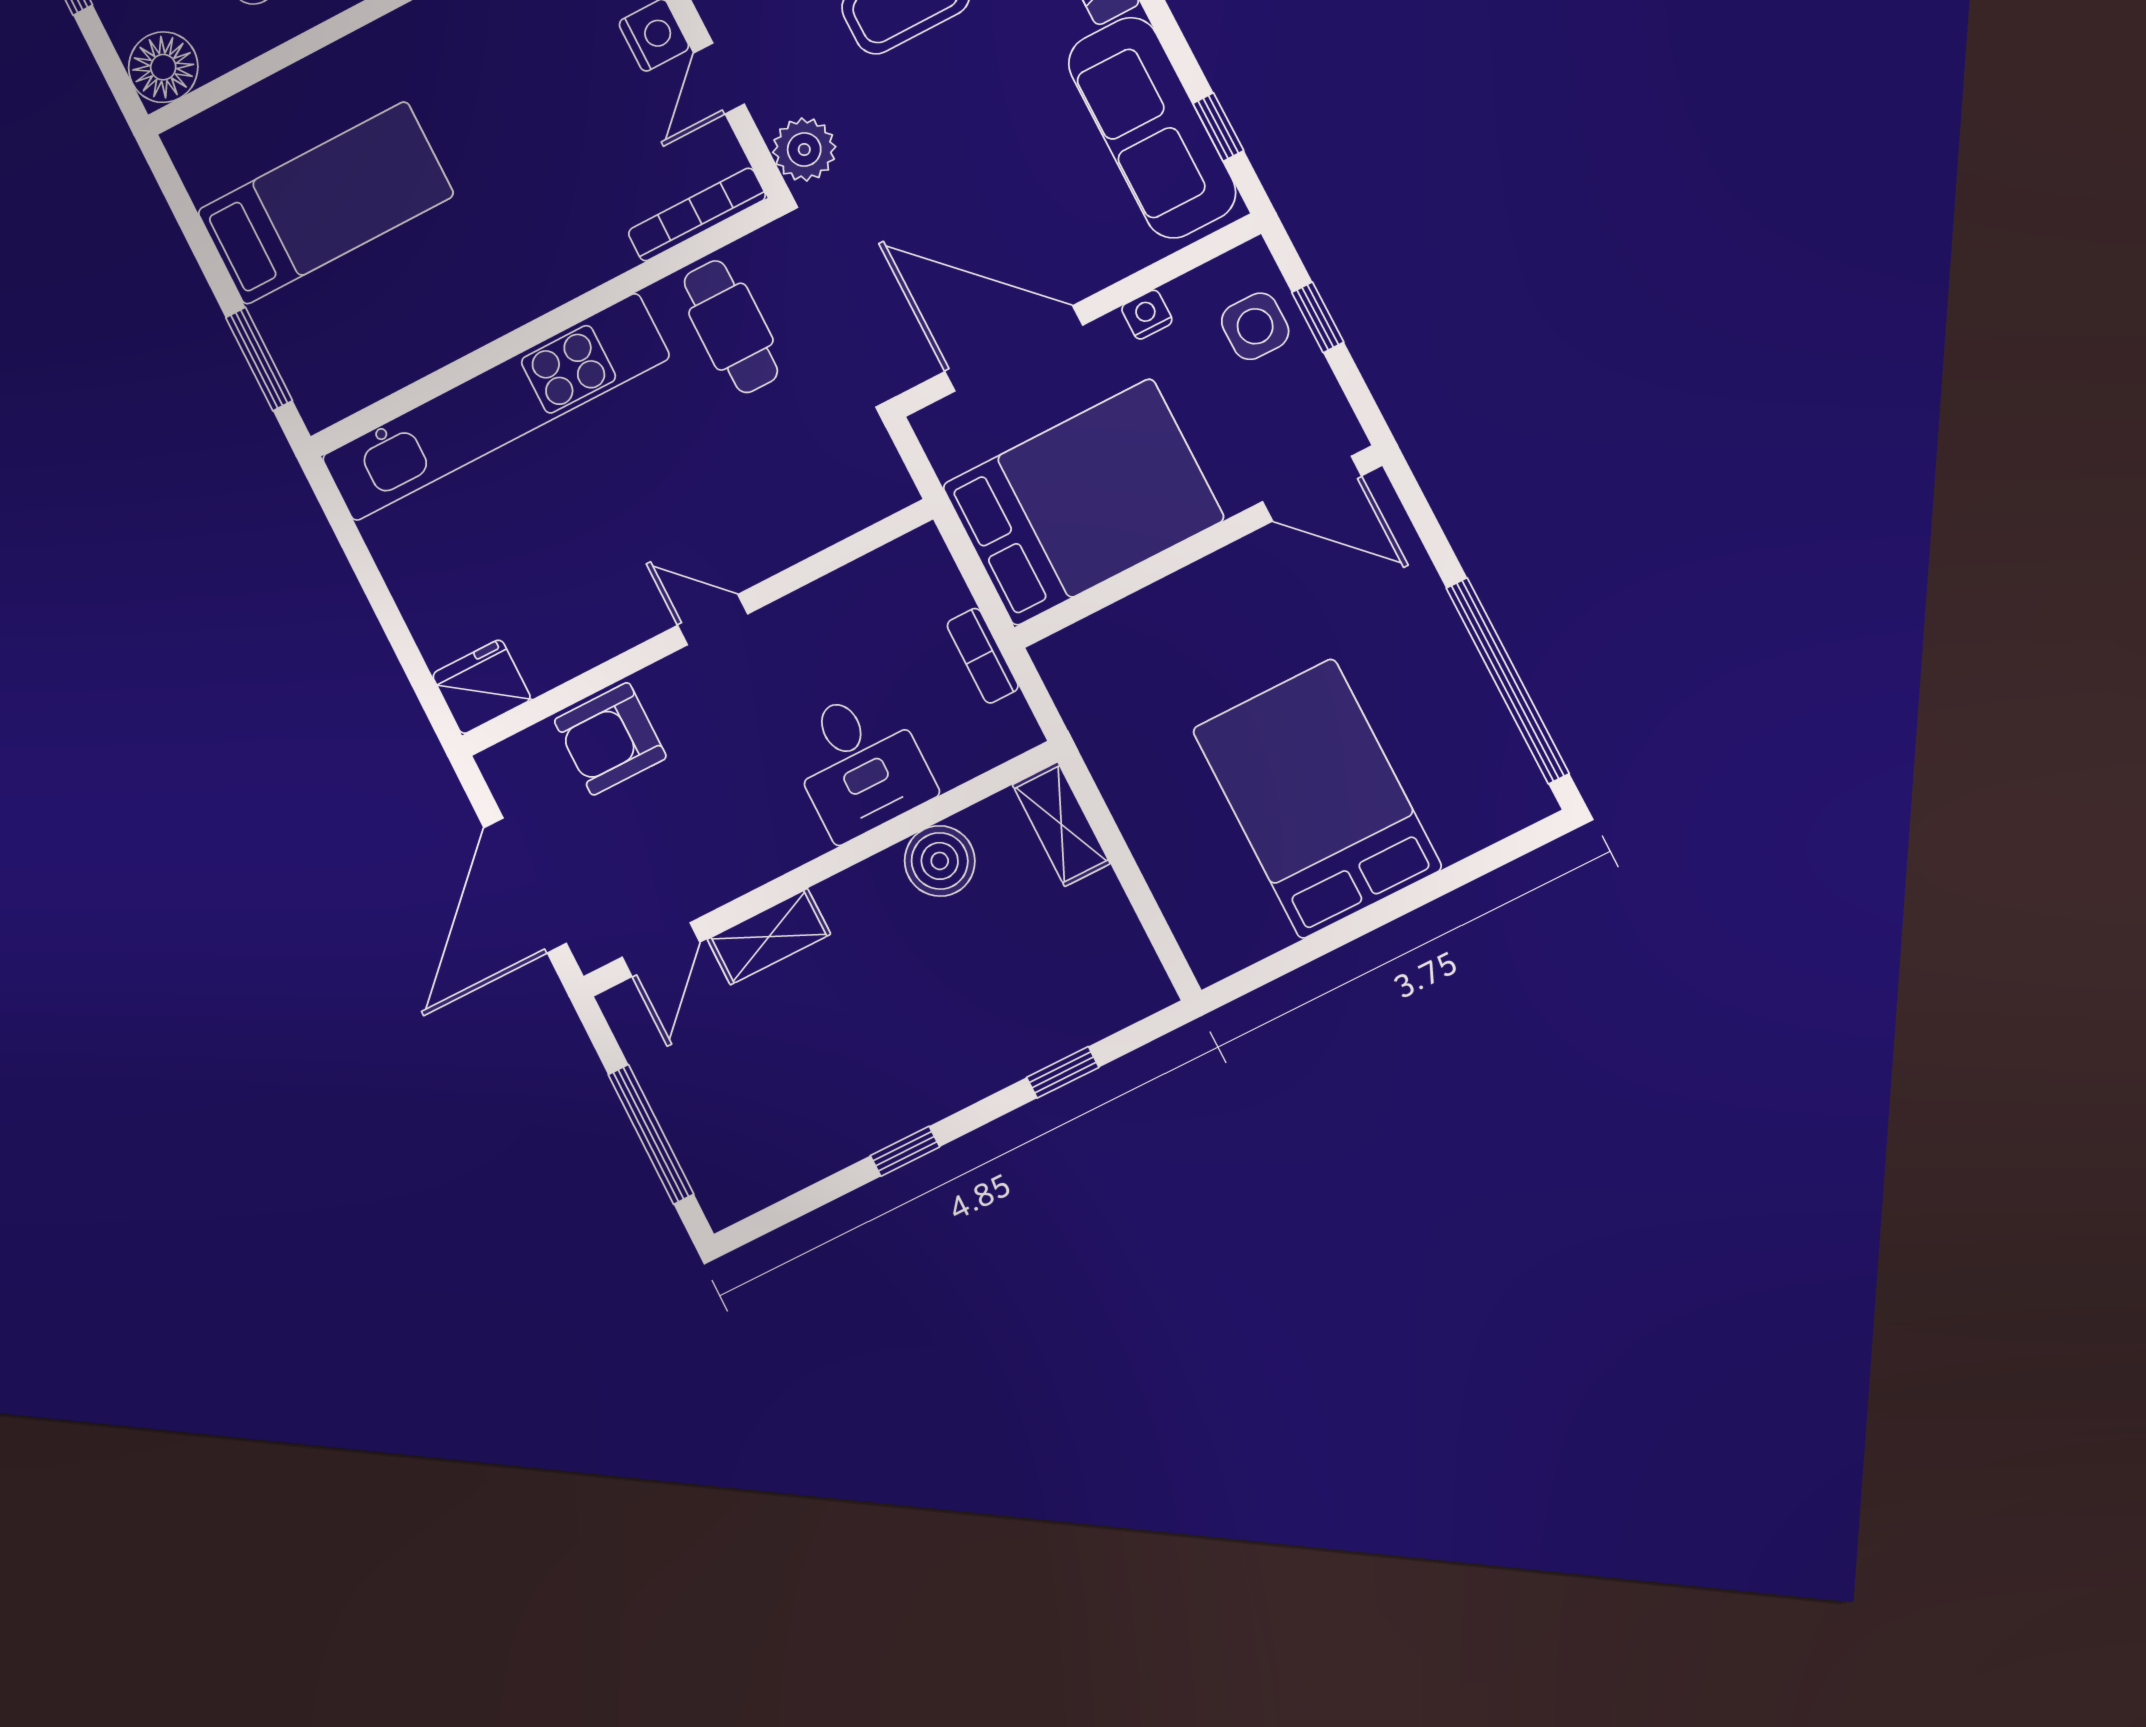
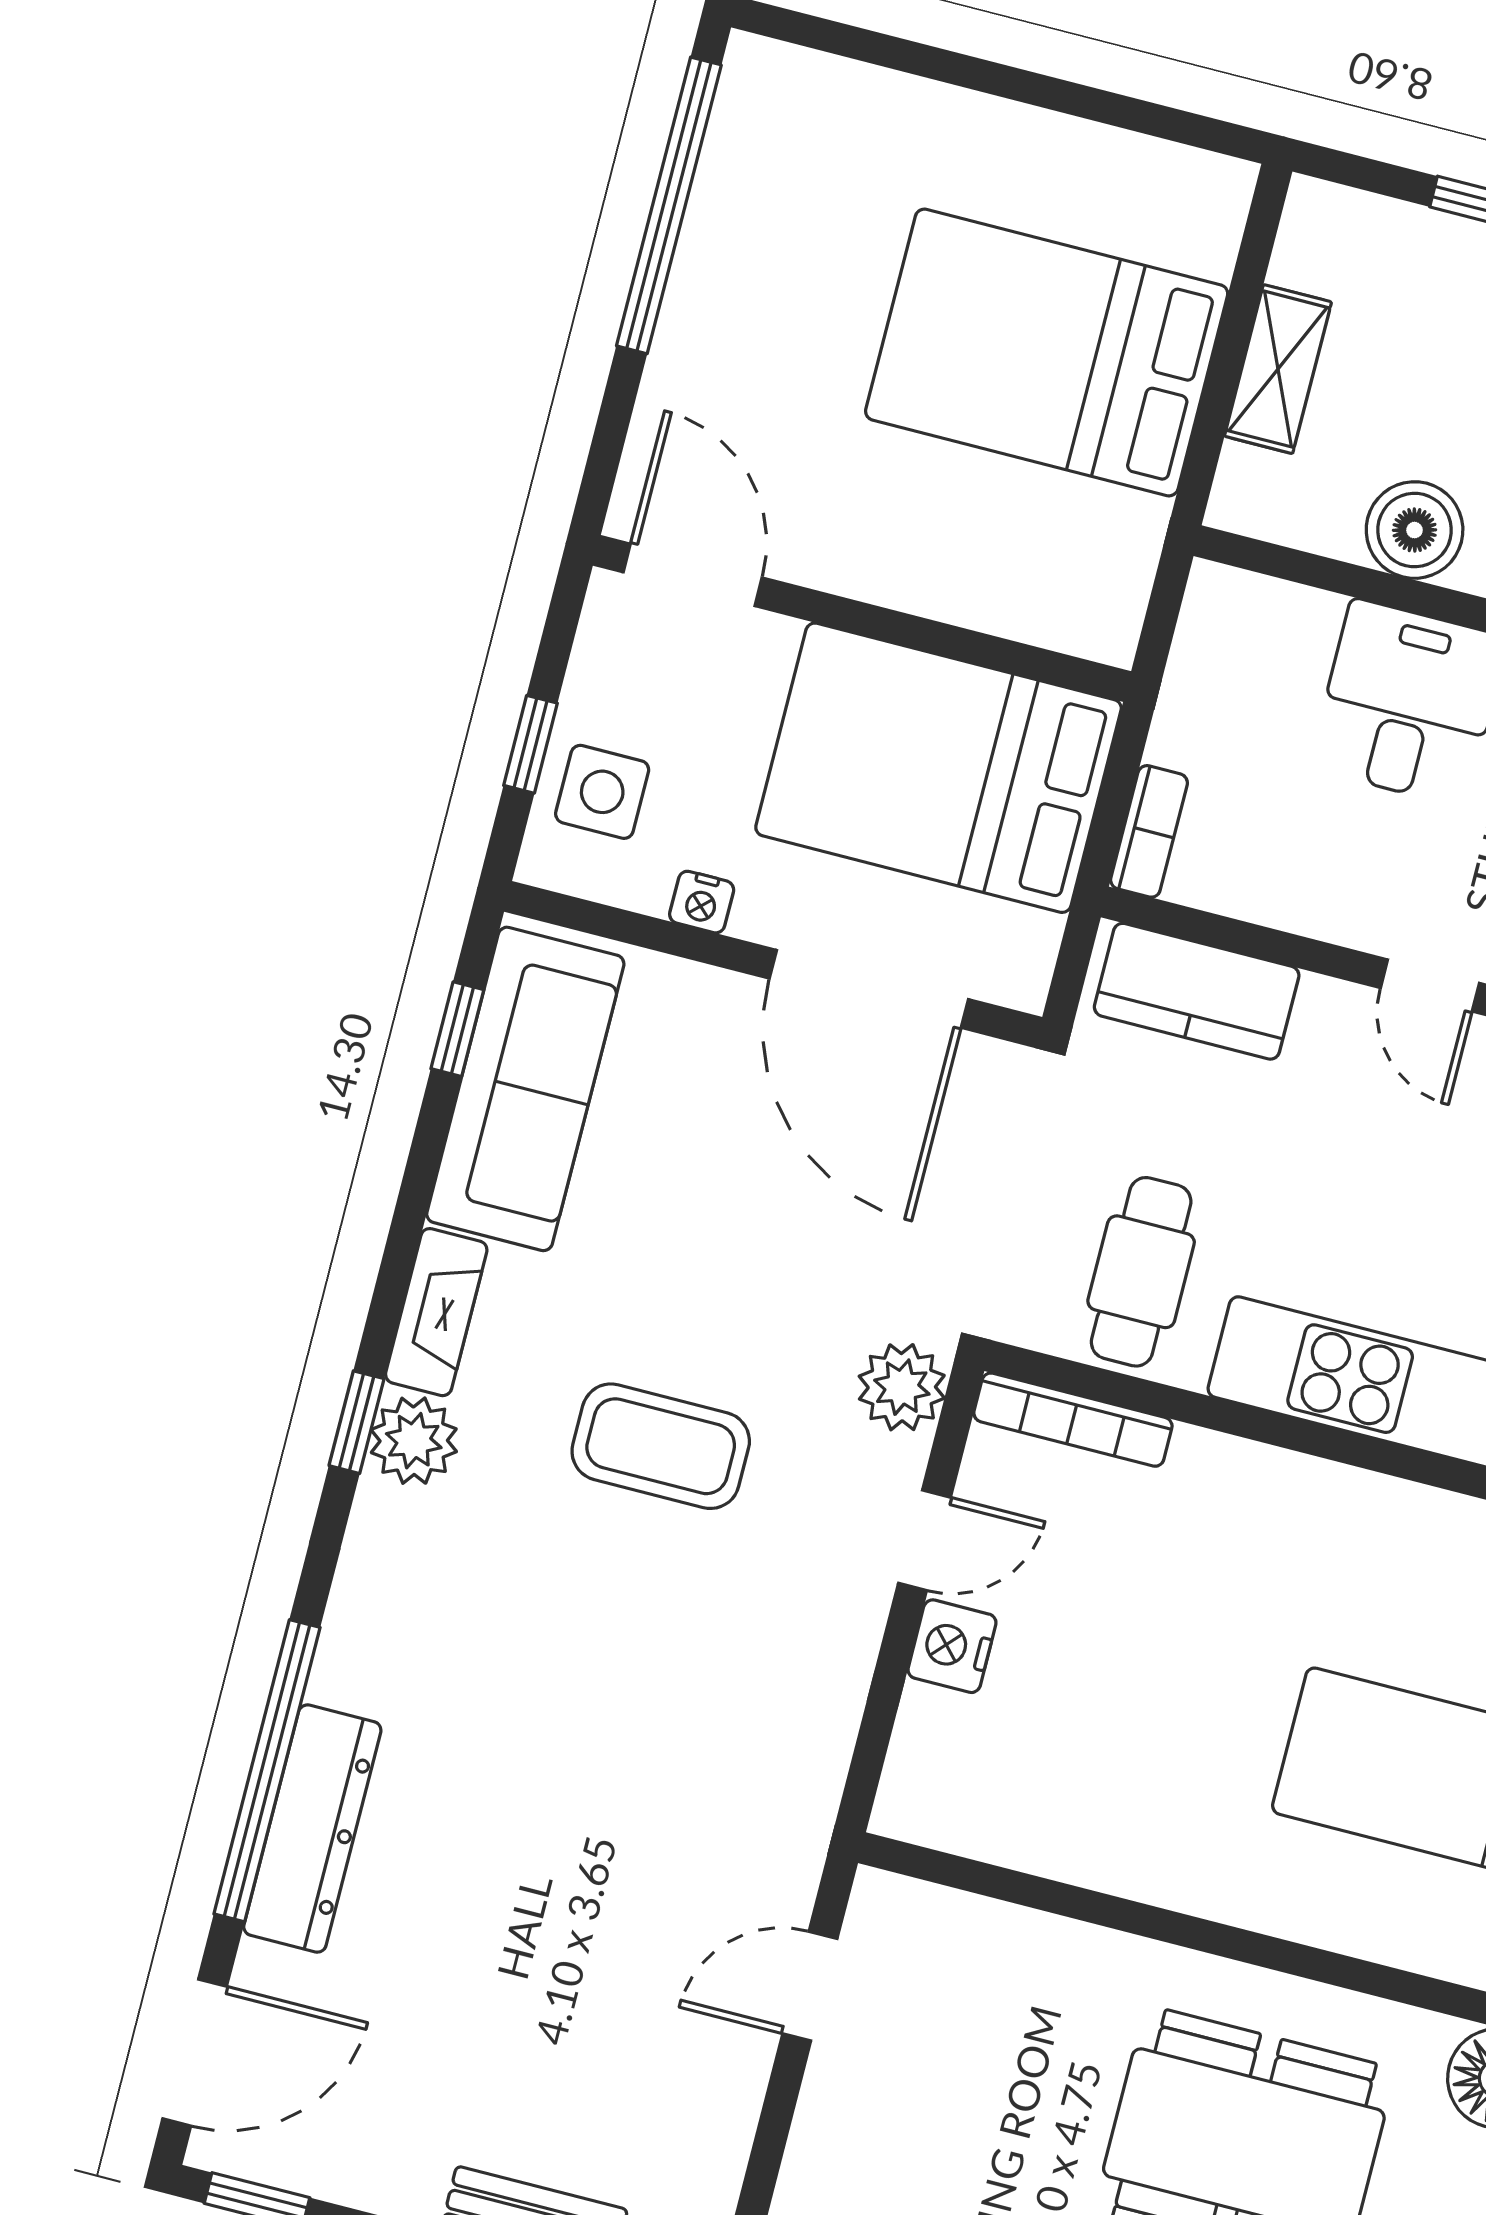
kitchen counter: (835, 505) -> (1197, 991), added
bookcase: (983, 656) -> (1149, 831), moved
bed: (1317, 799) -> (1047, 352), moved, turned 90
shelving: (1061, 824) -> (1278, 369), moved

